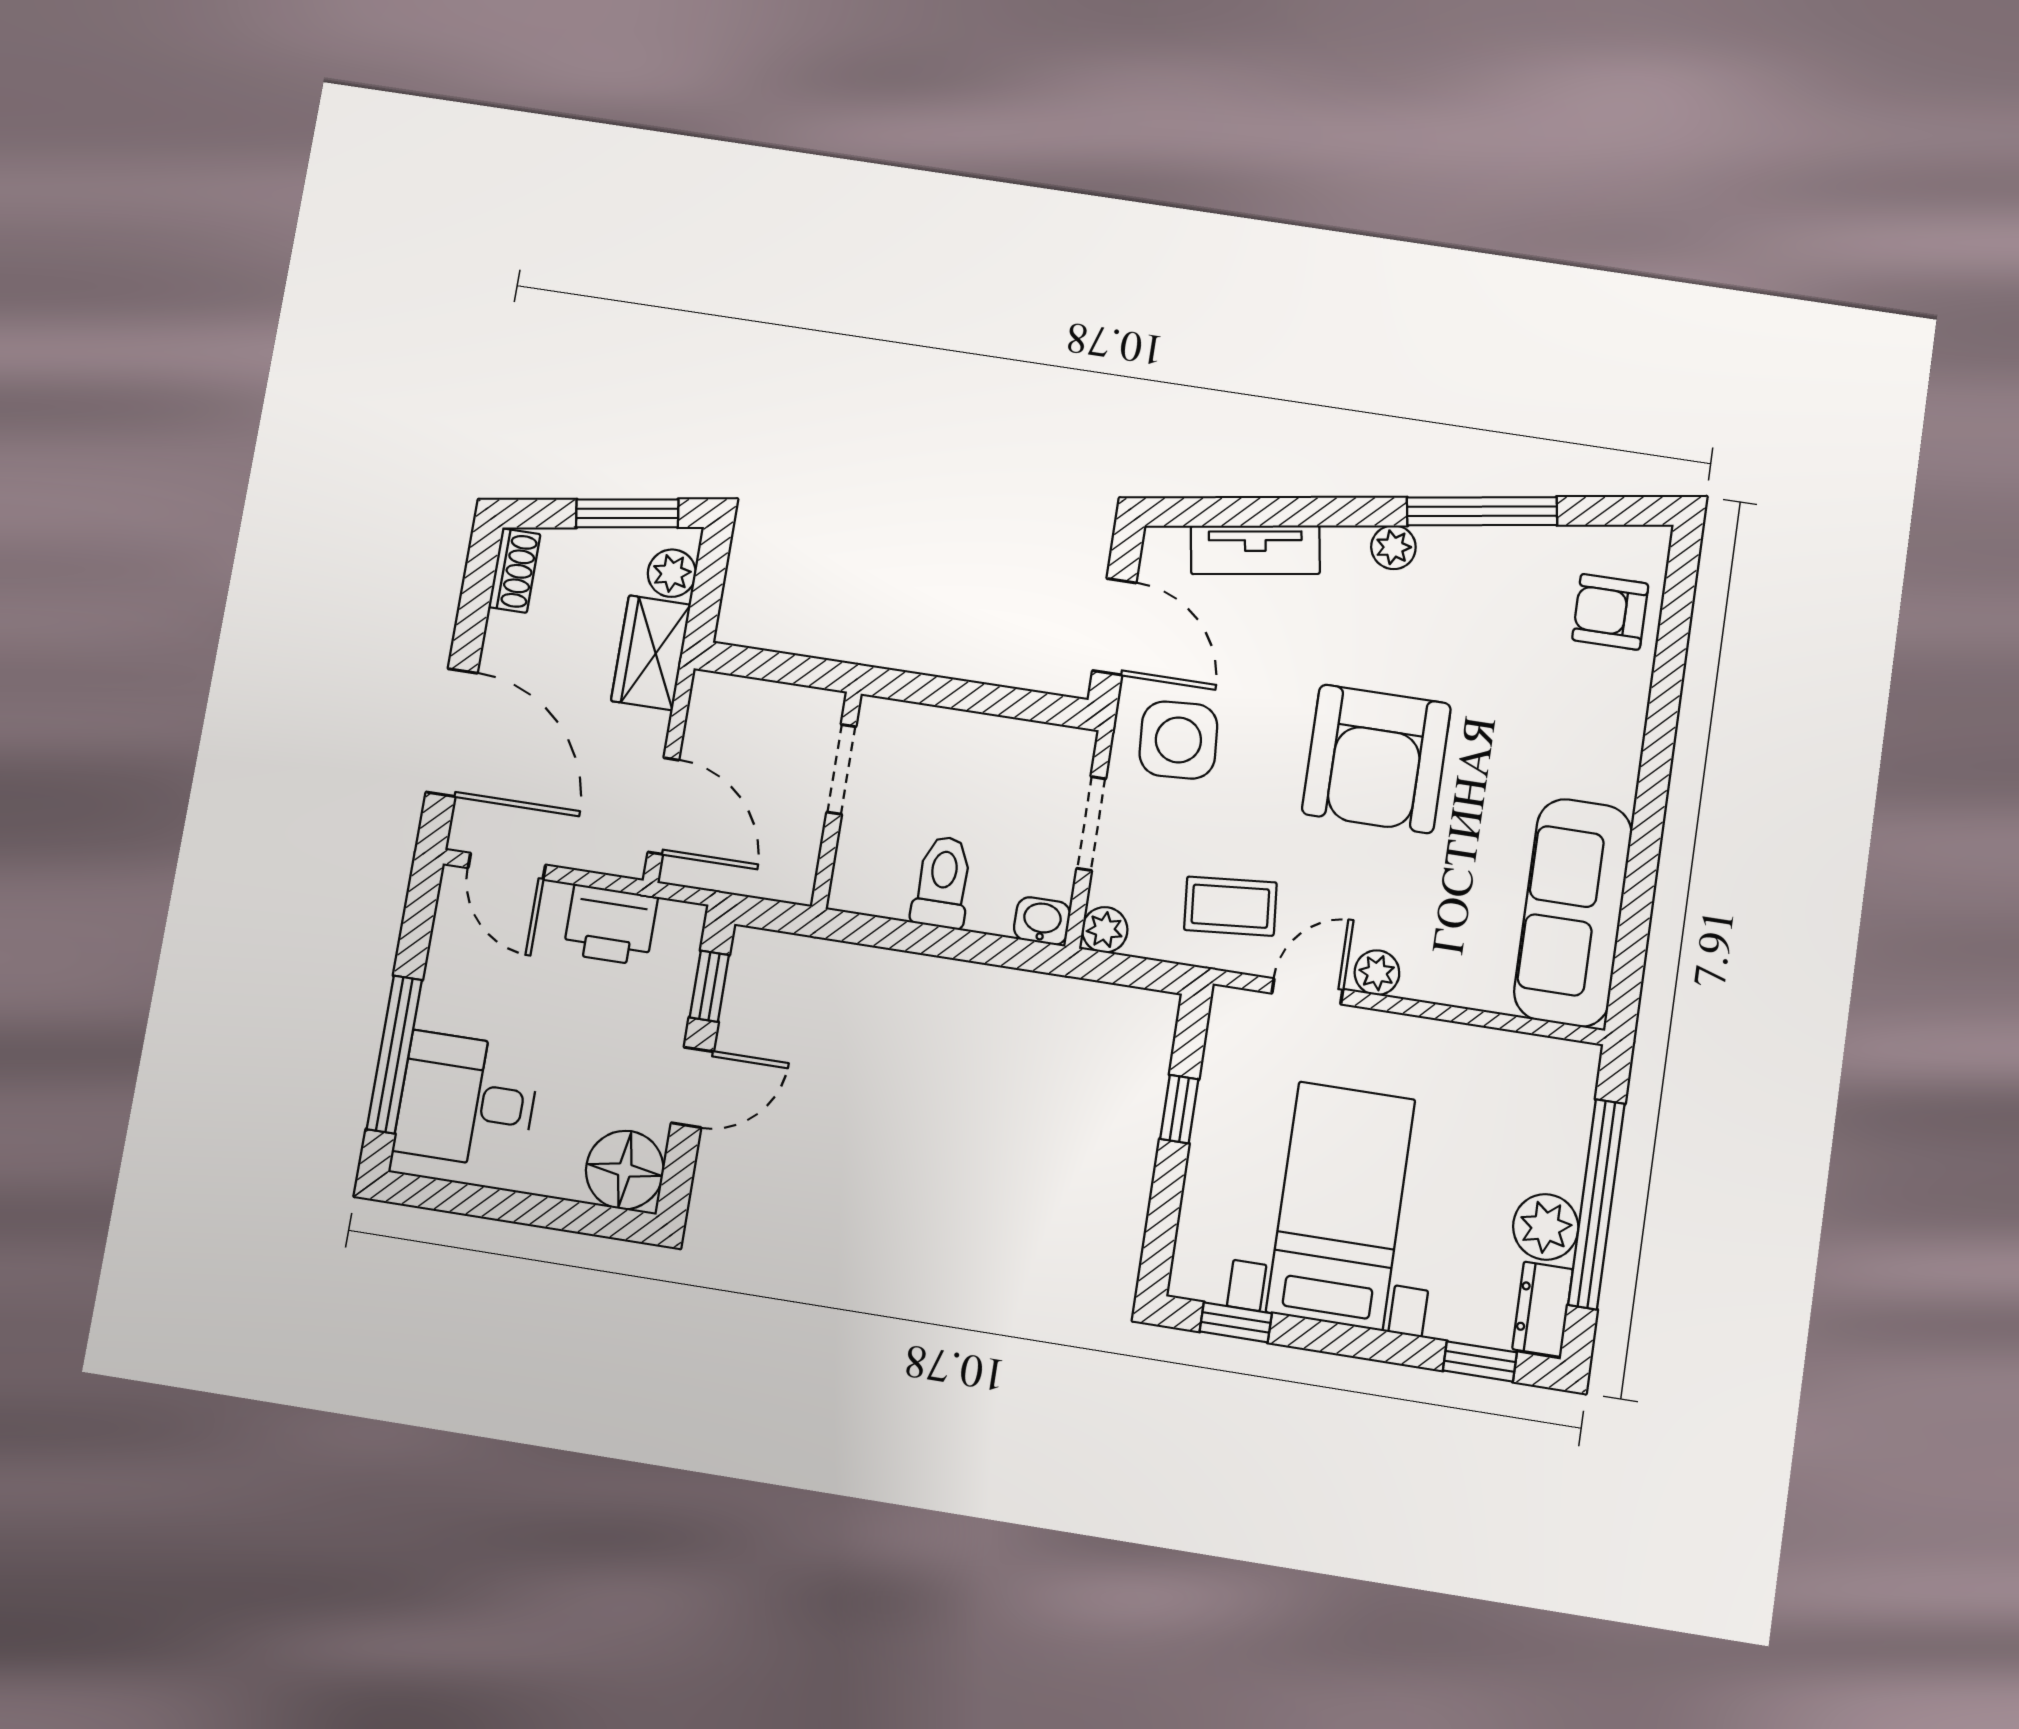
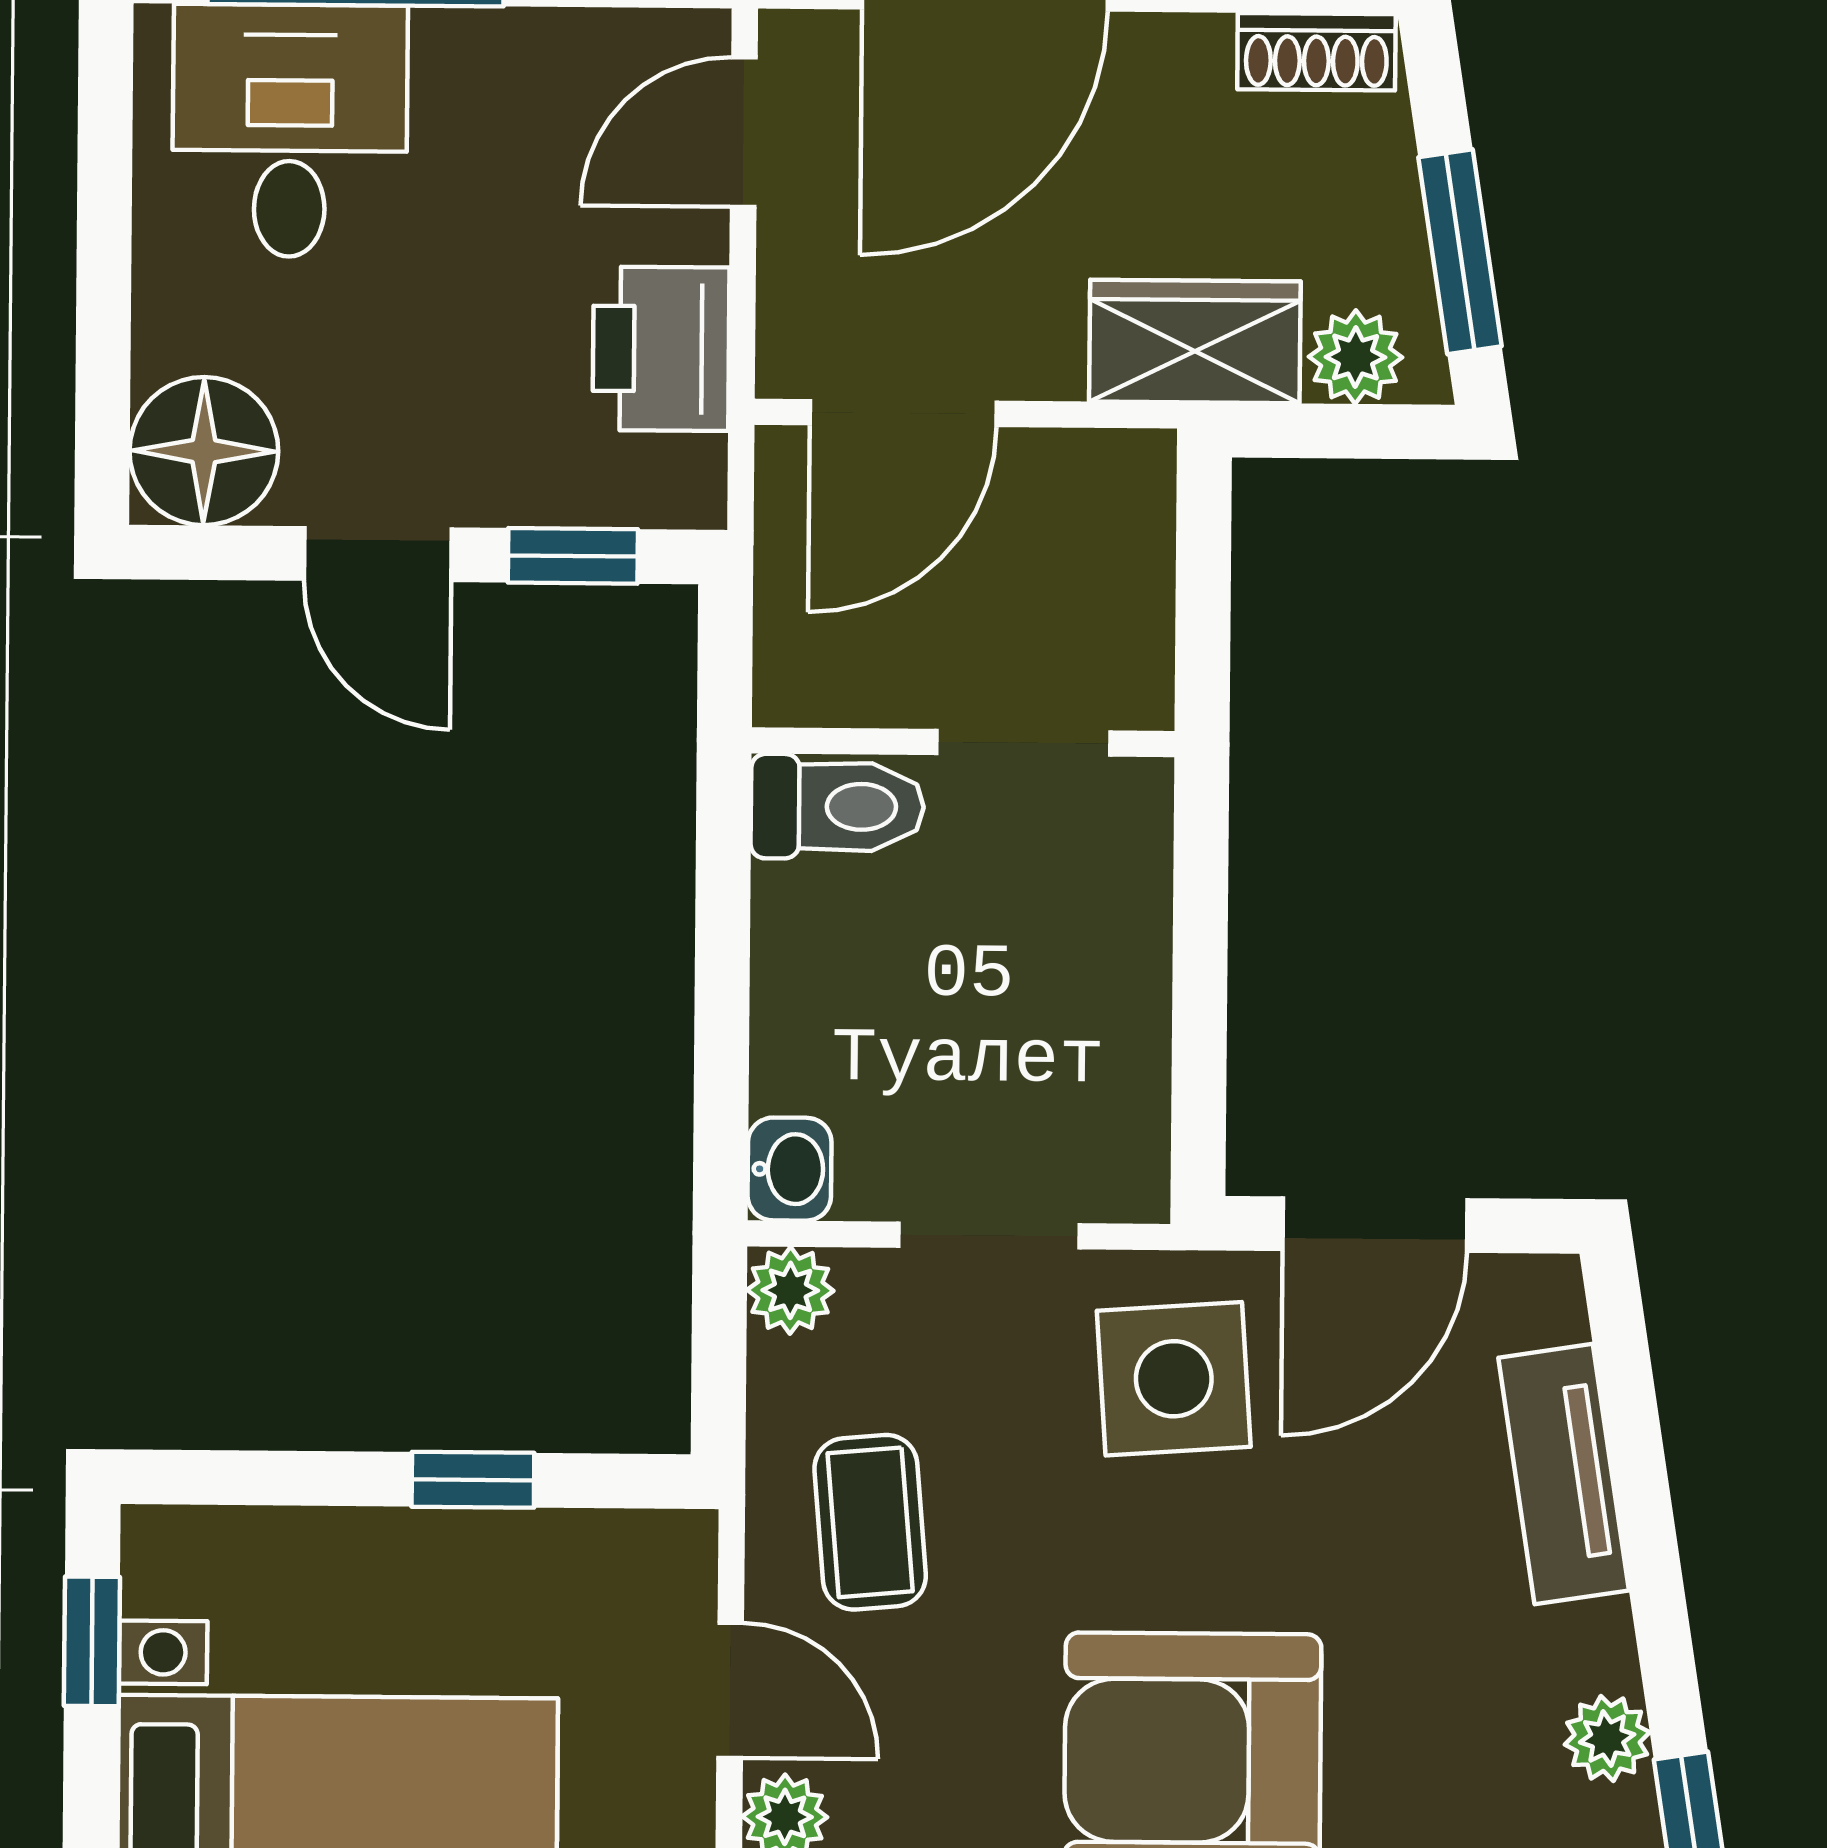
toilet: (943, 882) -> (837, 807), moved

